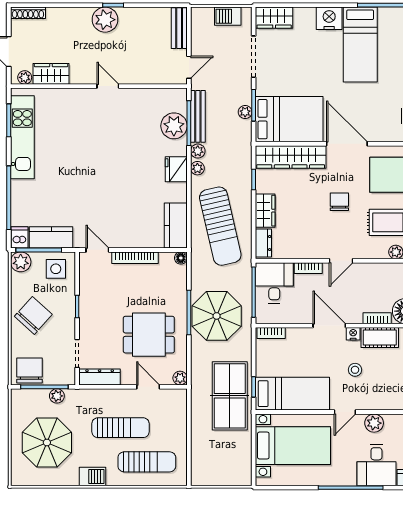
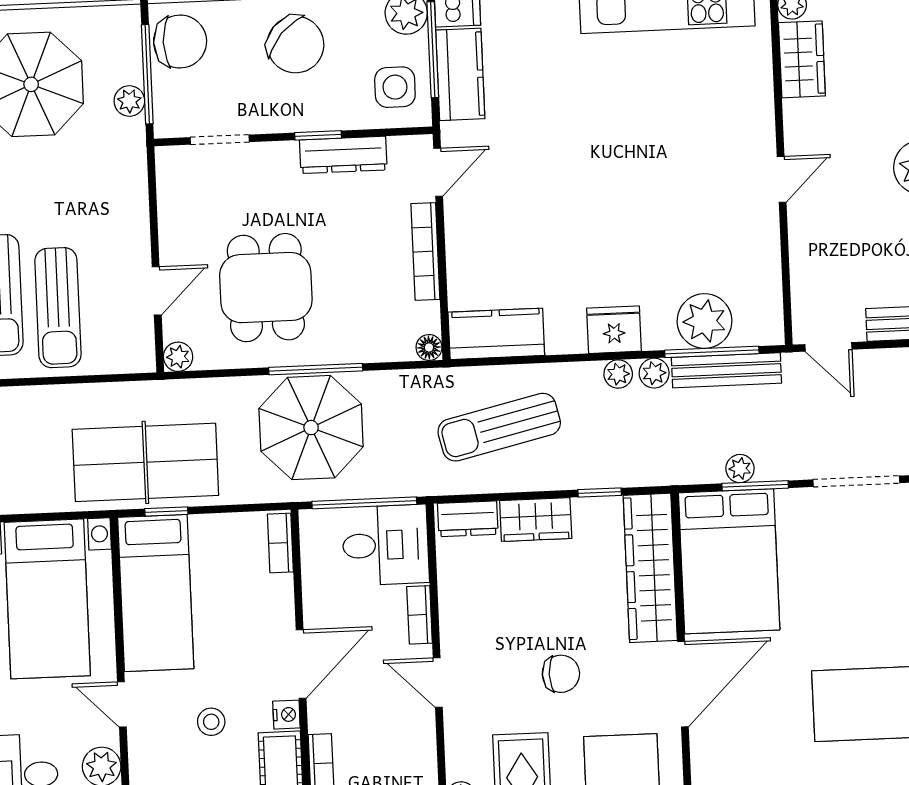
sun lounger: (220, 226) -> (499, 427), width x0.73, depth x0.75
dresser: (100, 377) -> (343, 155), moved, turned 90
sun lounger: (120, 428) -> (58, 308), moved

